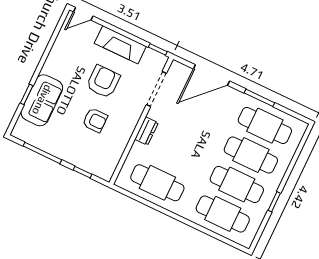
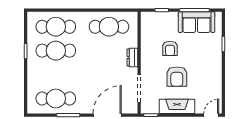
sofa: (42, 100) -> (197, 22), moved, turned -90
armchair: (95, 120) -> (170, 48), turned -90
cafe table: (251, 155) -> (56, 75), removed

